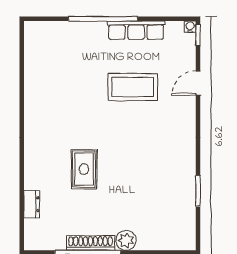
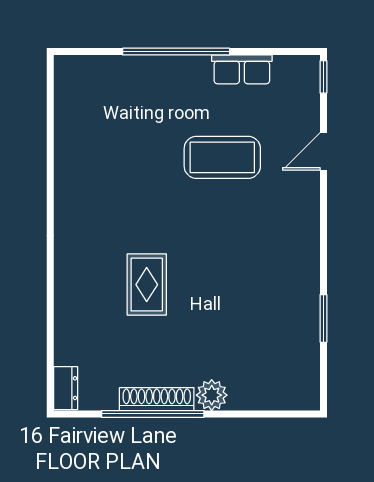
water cooler: (190, 27) -> (311, 64), removed
row of seats: (136, 30) -> (242, 69), width x0.68
dresser: (32, 204) -> (66, 388), moved

